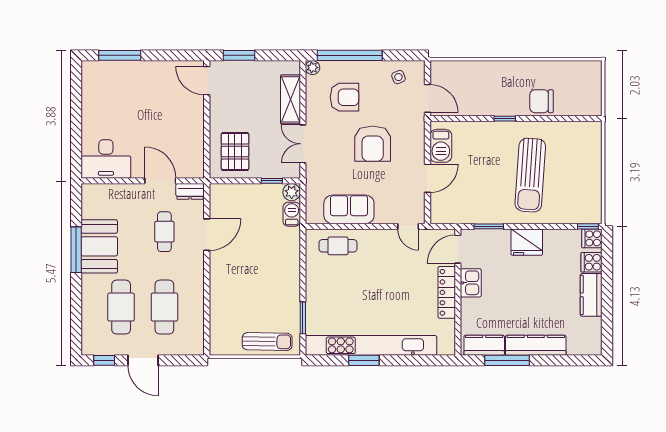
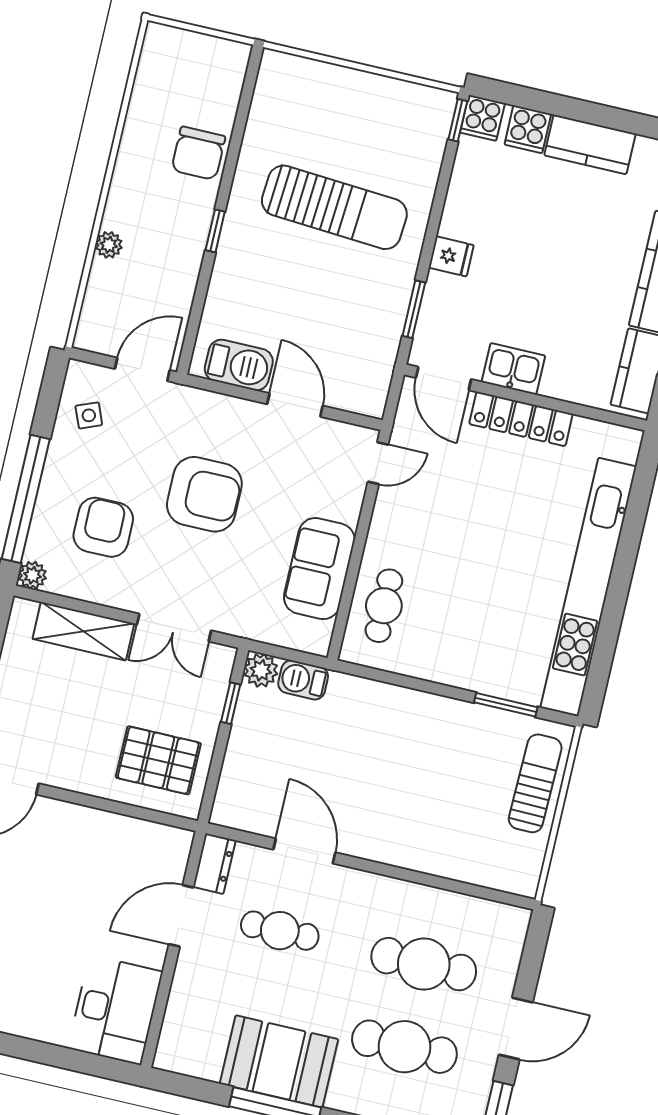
plant: (486, 67) -> (109, 245), added
fridge: (527, 242) -> (451, 256), width x0.53, depth x0.75
window: (364, 360) -> (614, 607), removed

